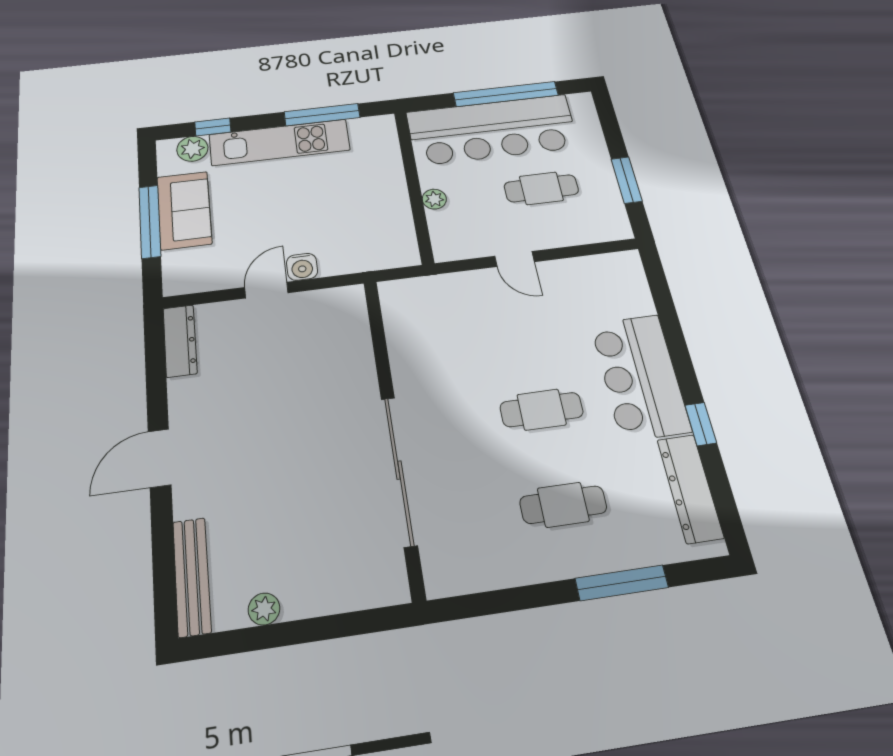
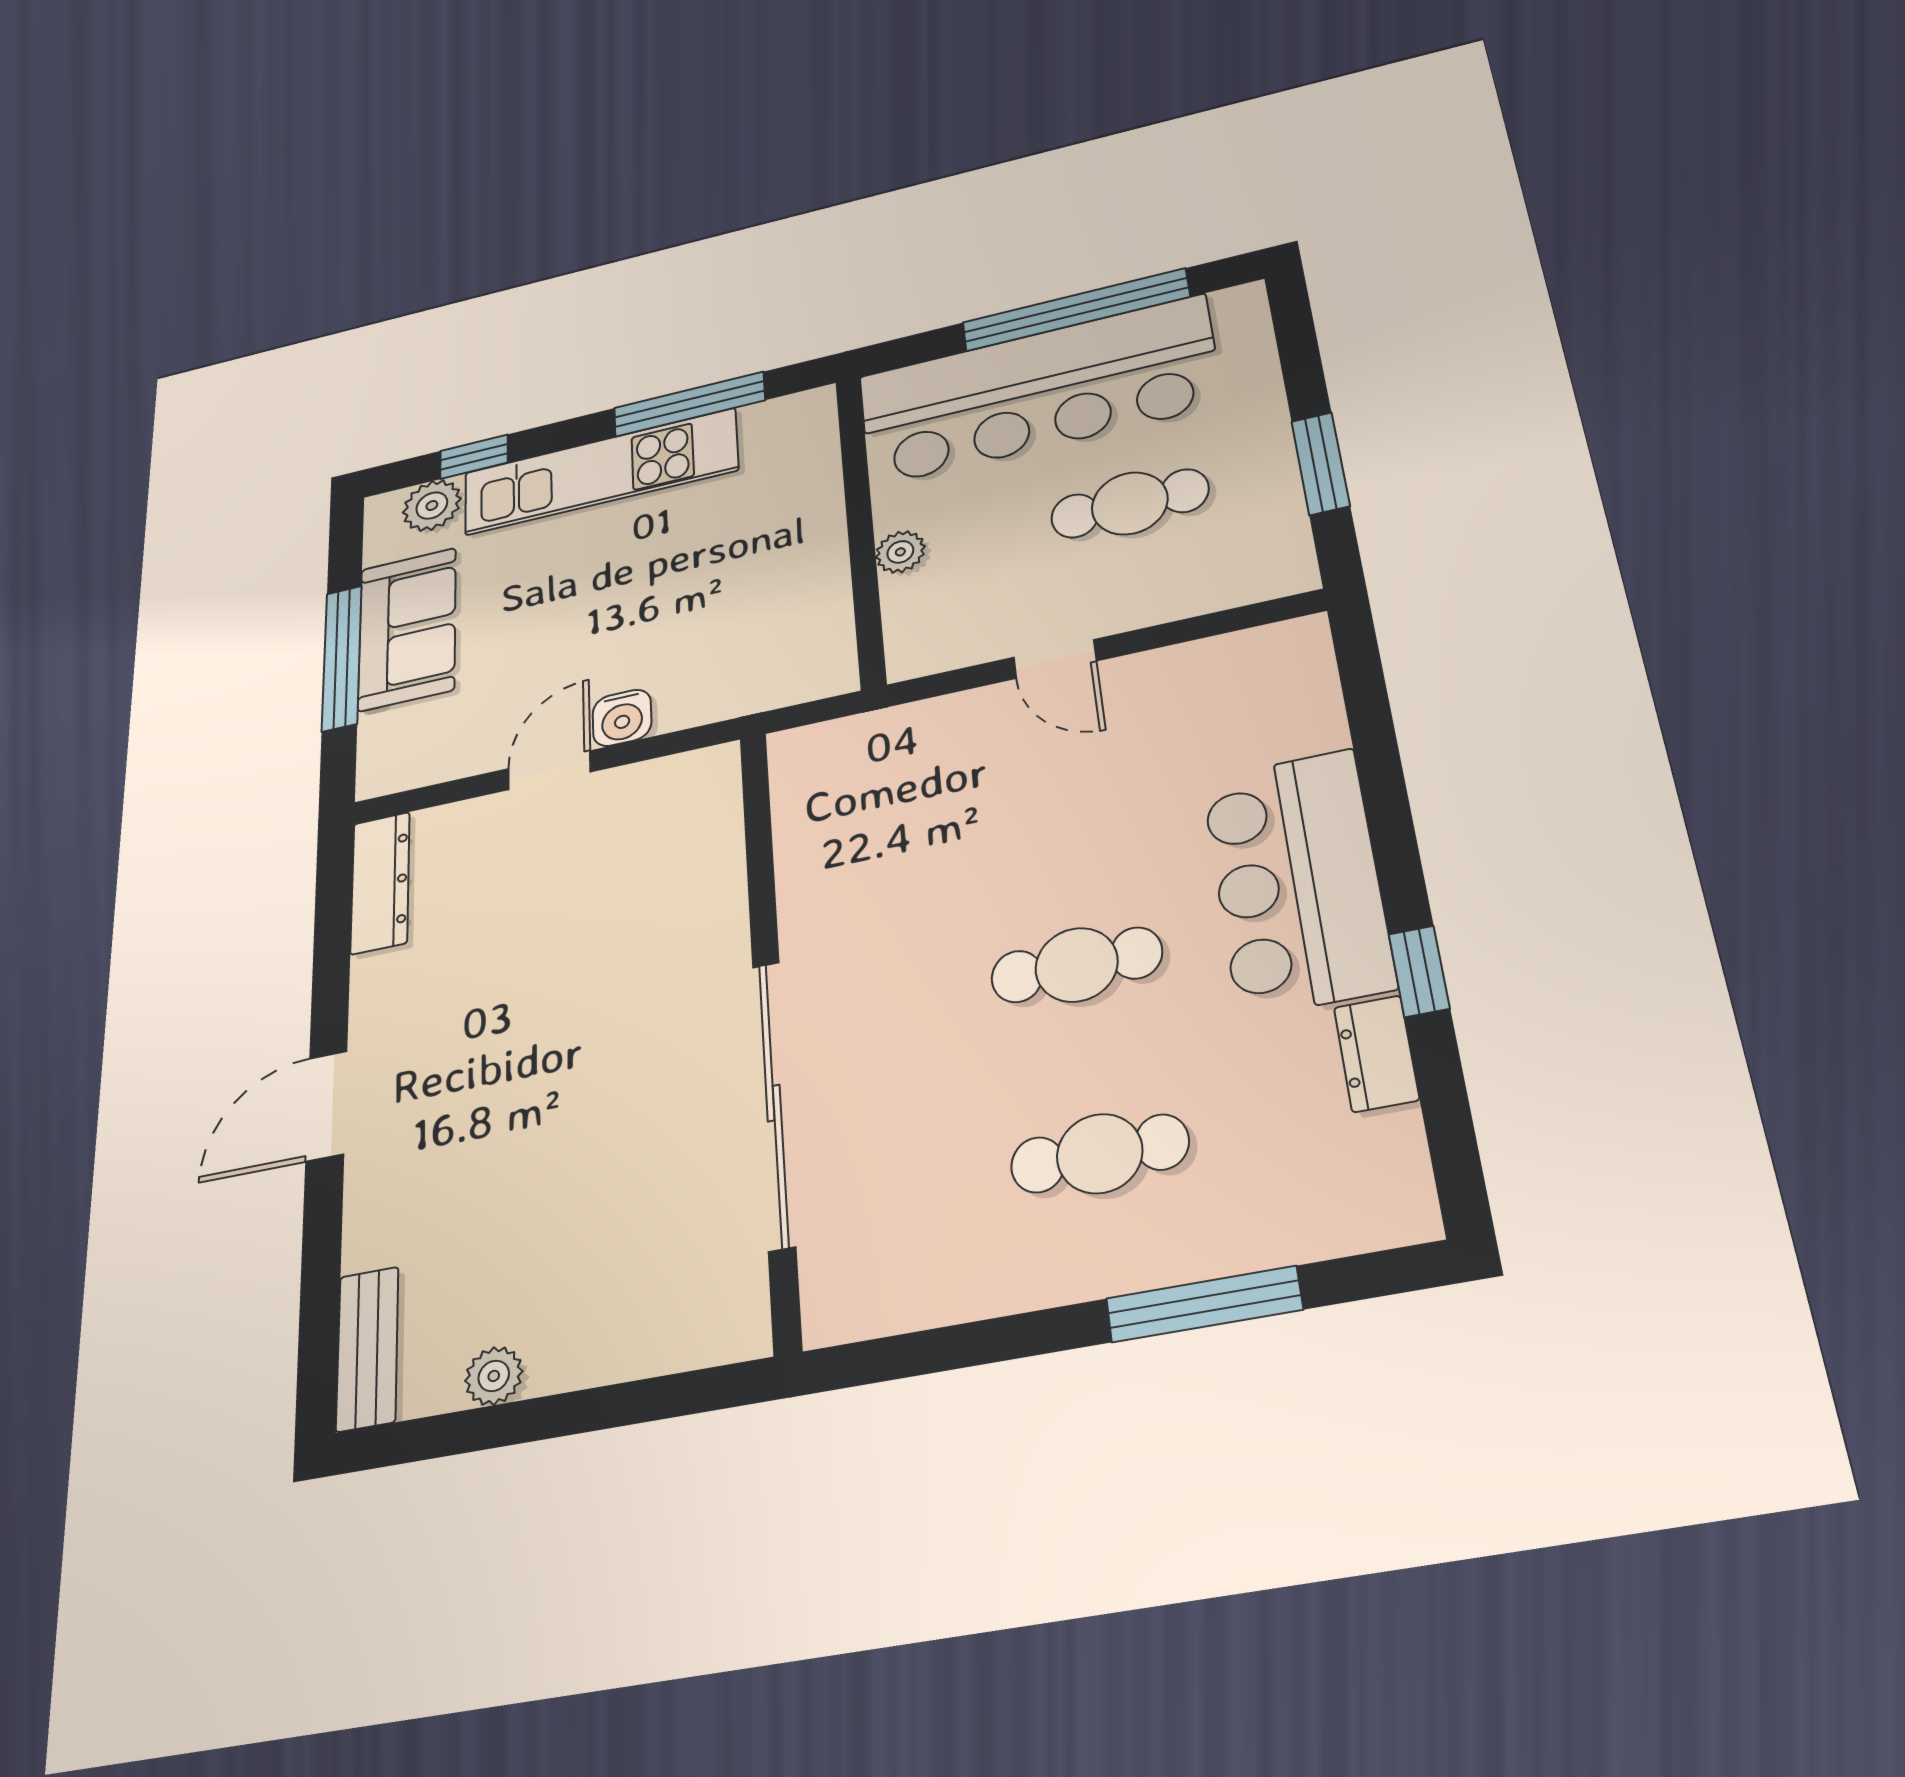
dresser: (690, 488) -> (1376, 1054), width x0.51, depth x0.80
bench: (192, 576) -> (367, 1349), width x0.73

